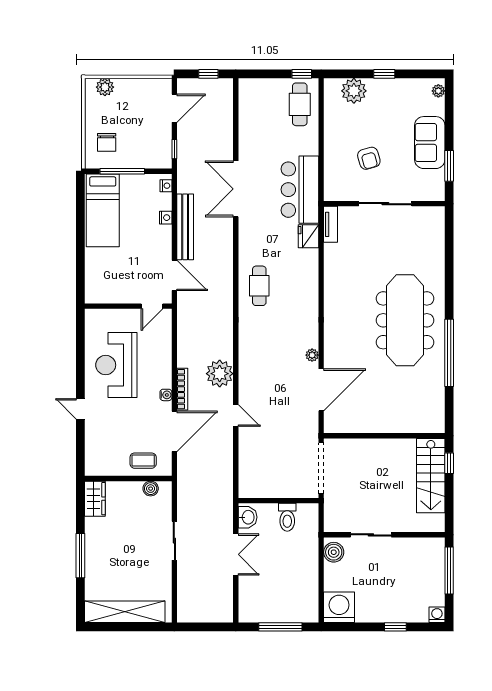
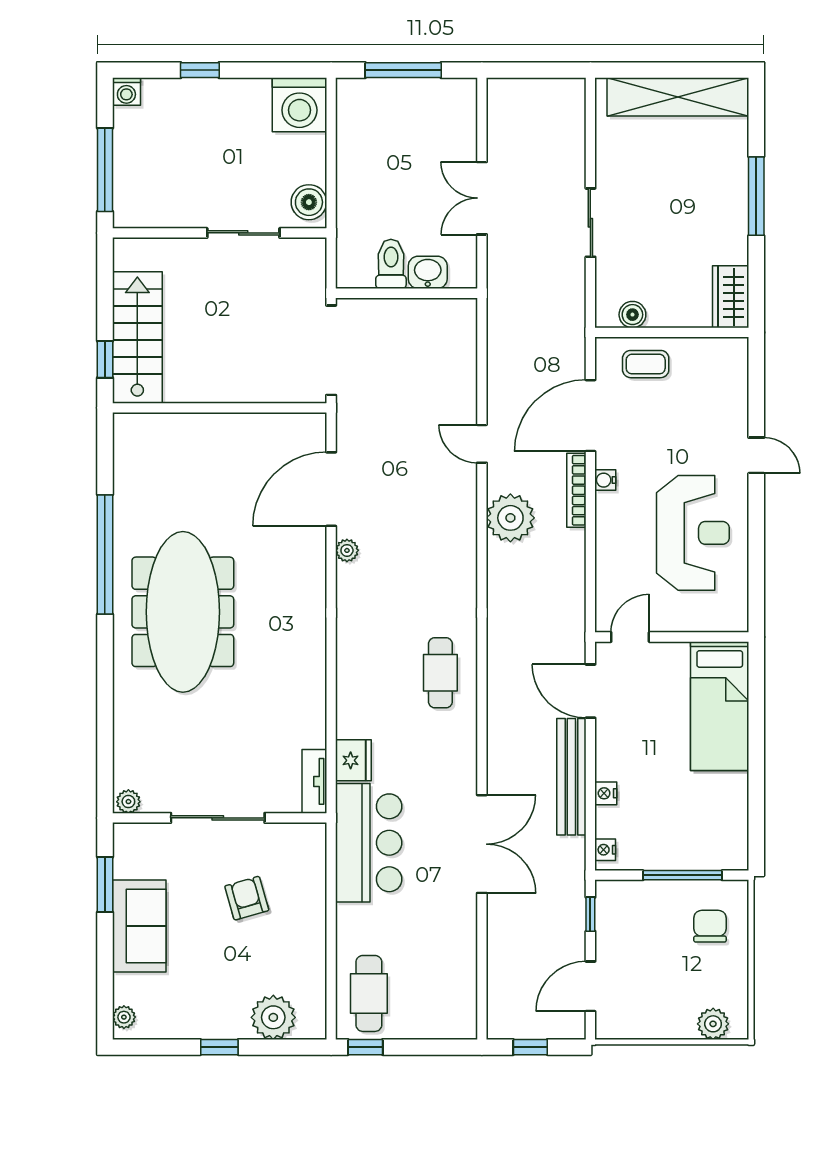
bed: (103, 210) -> (720, 706), moved, turned 180
plant: (436, 213) -> (128, 802), added
washbasin: (248, 517) -> (428, 272), moved, turned 90

